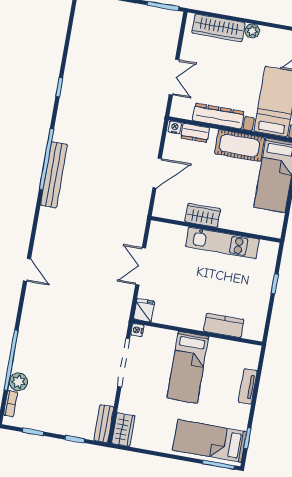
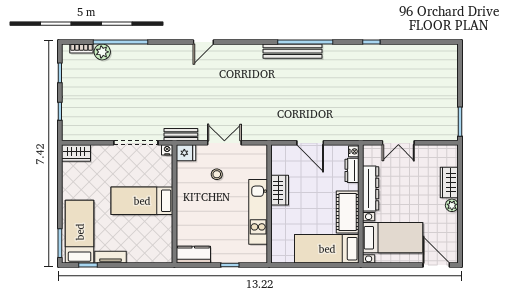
wardrobe: (219, 28) -> (449, 182), width x0.67
stool: (173, 281) -> (217, 174), added
kitchen counter: (224, 325) -> (193, 255), moved, turned -90
tv unit: (248, 386) -> (111, 257), moved
bench: (104, 424) -> (181, 135), moved

